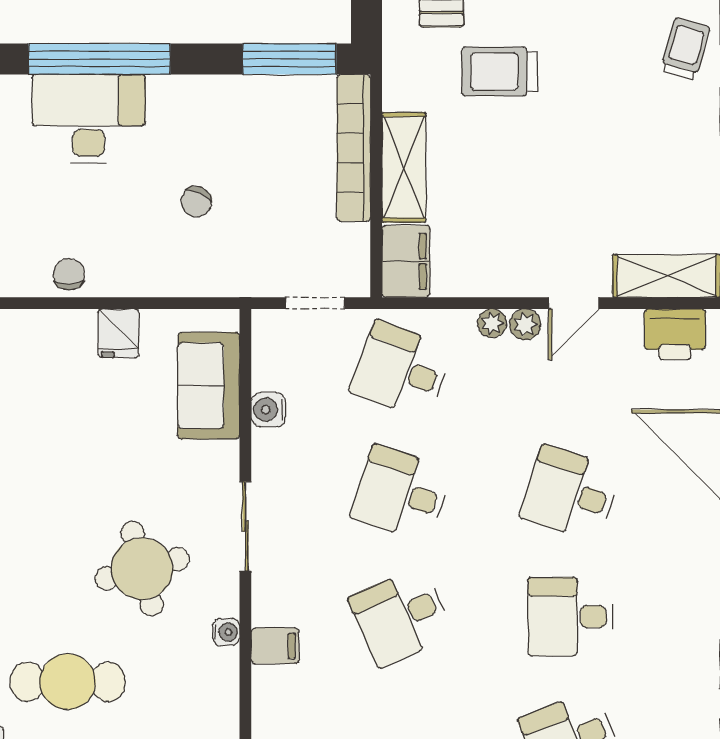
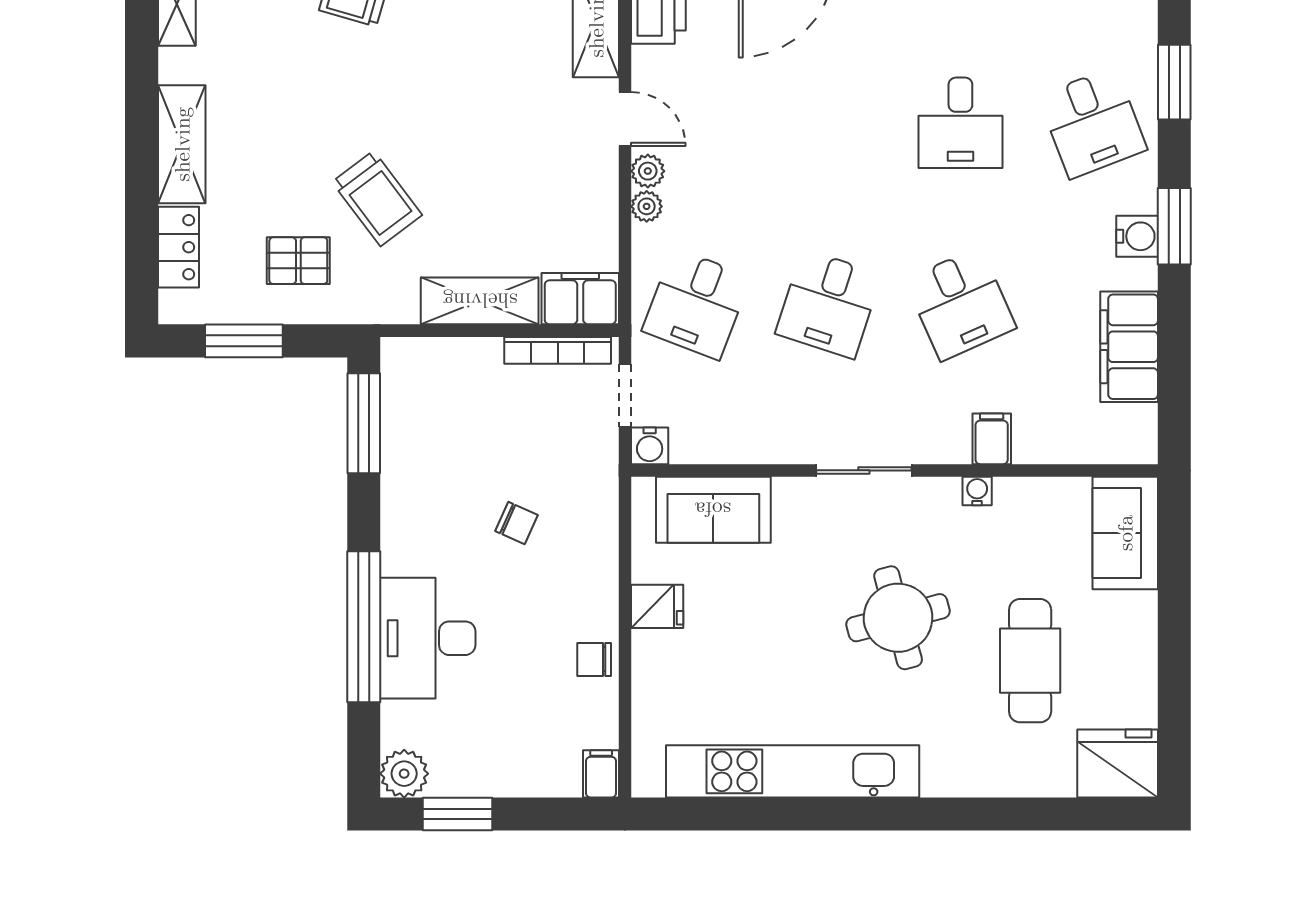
trolley: (500, 71) -> (377, 198), turned -37
bookcase: (354, 148) -> (558, 350), moved, width x0.68, depth x0.76
water cooler: (268, 410) -> (650, 446), moved
desk: (570, 493) -> (828, 123), removed
round table: (142, 569) -> (898, 618), moved

